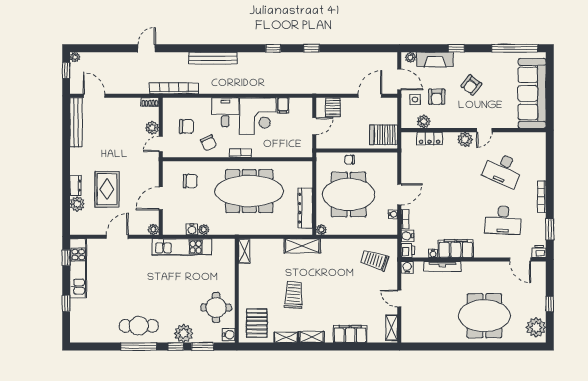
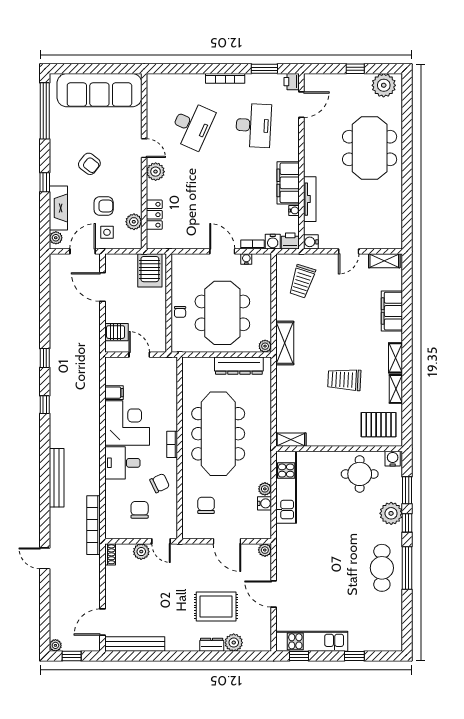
shelving: (302, 246) -> (285, 343), moved
kitchen unit: (182, 247) -> (286, 487), moved

